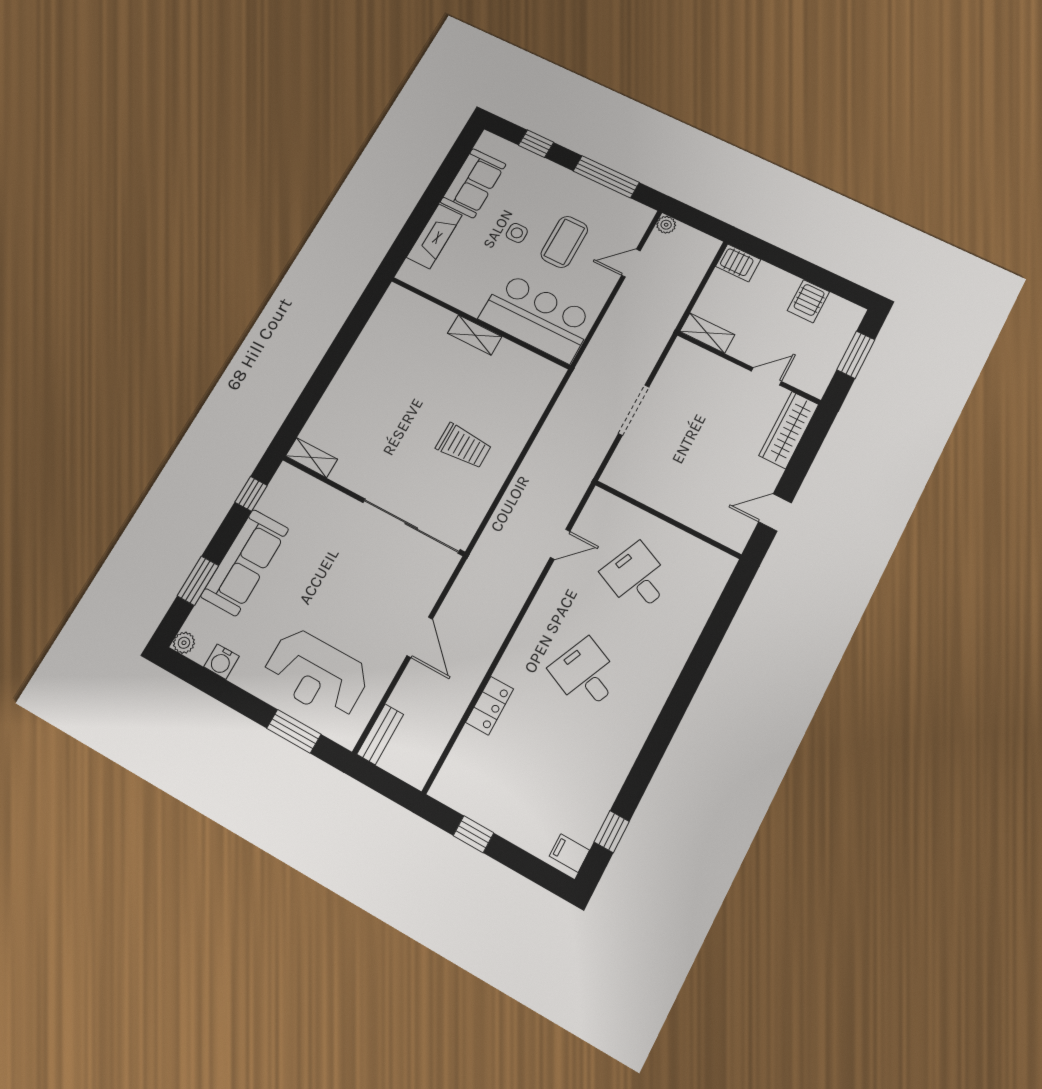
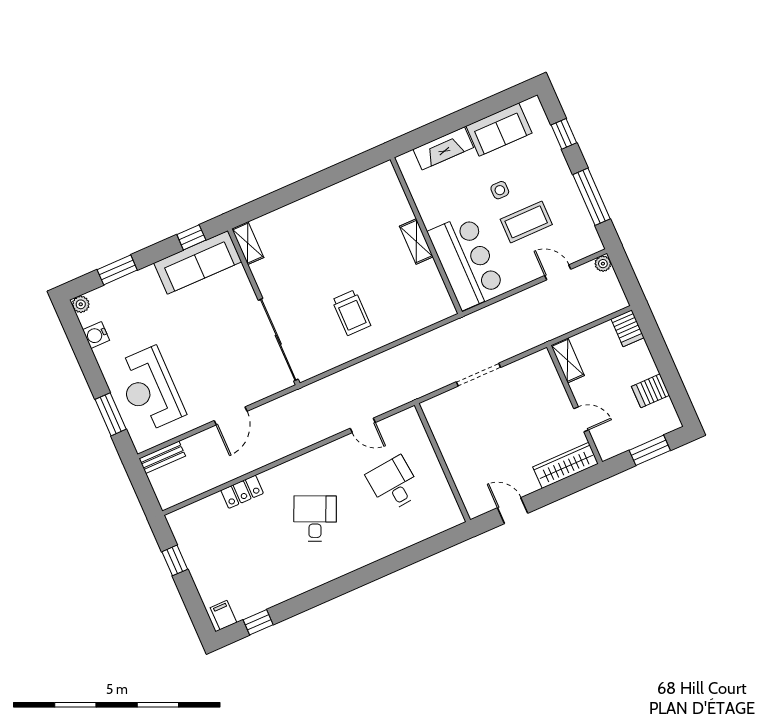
sofa: (245, 563) -> (198, 262), moved
desk: (637, 578) -> (394, 484), turned -30

